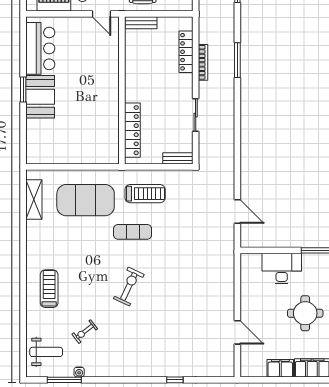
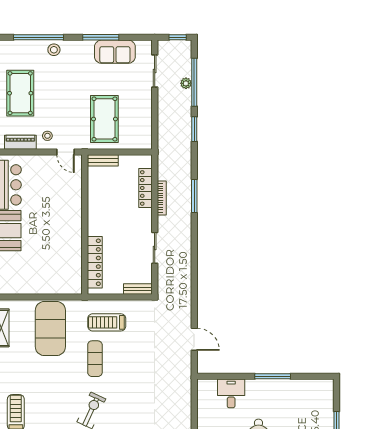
treadmill: (145, 194) -> (107, 322), turned 180
exercise mat: (86, 200) -> (50, 329), turned 90
exercise mat: (133, 232) -> (95, 359), turned 90
desk: (282, 269) -> (231, 393), width x0.73

